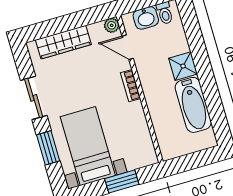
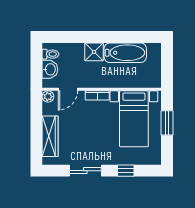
bed with nightstands: (88, 146) -> (134, 119), moved, turned -90
window: (48, 148) -> (126, 171), width x0.67

